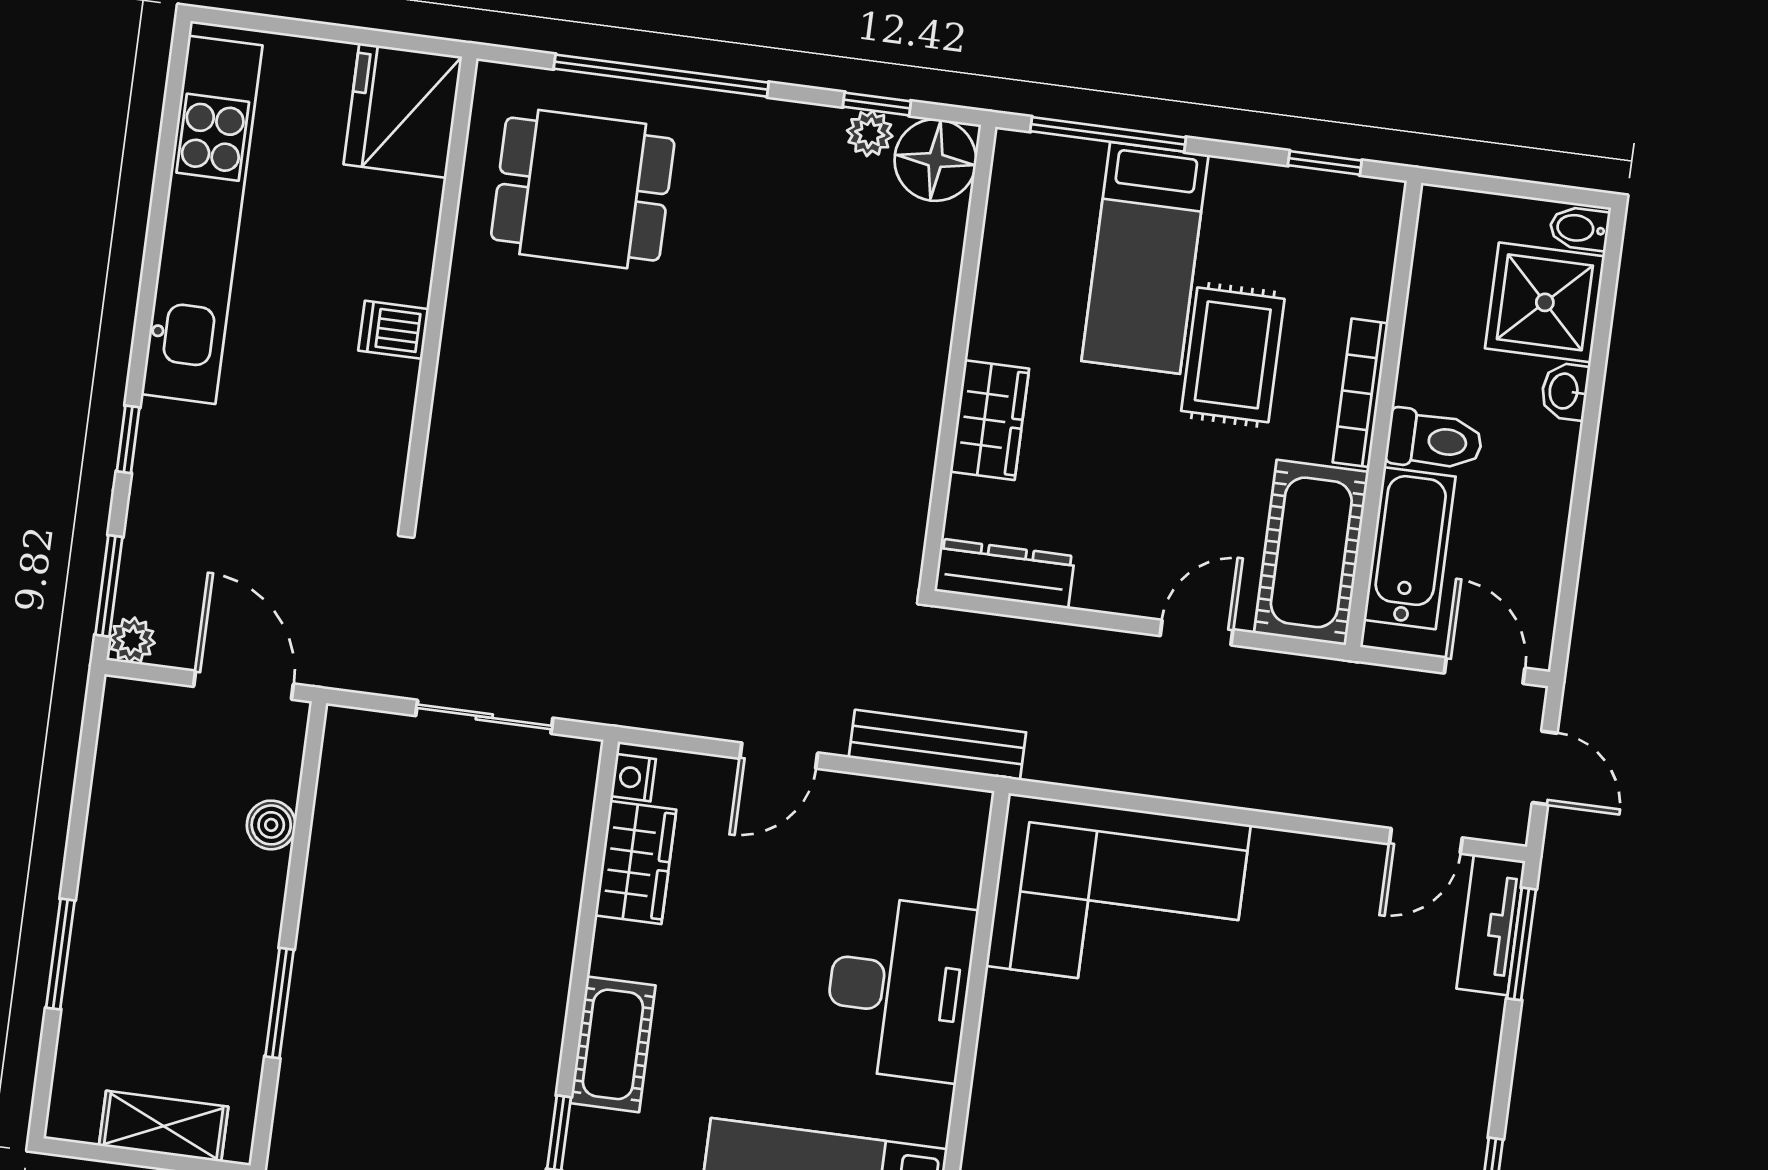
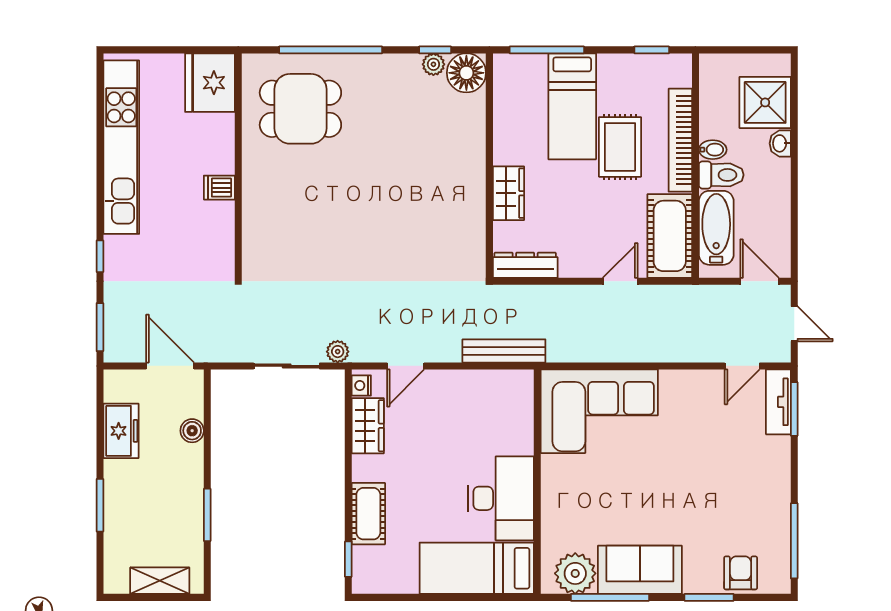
bidet: (1579, 228) -> (713, 150), moved, turned 180
bookcase: (1360, 393) -> (680, 140), width x1.48, depth x1.31
plant: (132, 640) -> (338, 352), moved
door: (779, 756) -> (406, 366), moved
freezer: (124, 806) -> (121, 431), added
desk: (899, 988) -> (501, 498), moved

